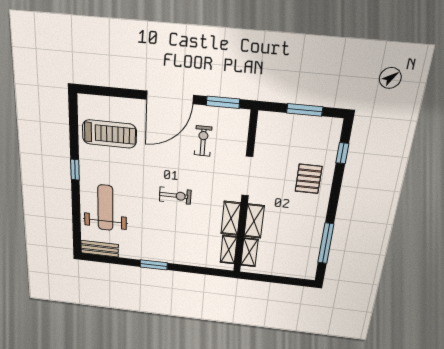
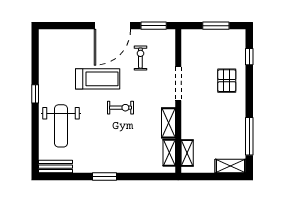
treadmill: (109, 134) -> (98, 79), moved
weight bench: (105, 208) -> (61, 126), turned 180
shelving: (254, 221) -> (230, 166), moved, turned 90

